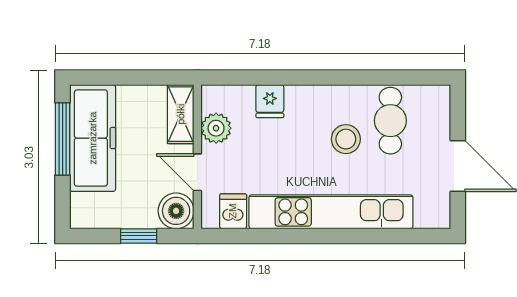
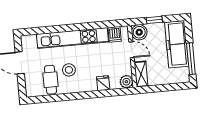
plant: (216, 128) -> (126, 82), moved
freezer: (93, 138) -> (177, 44), moved

